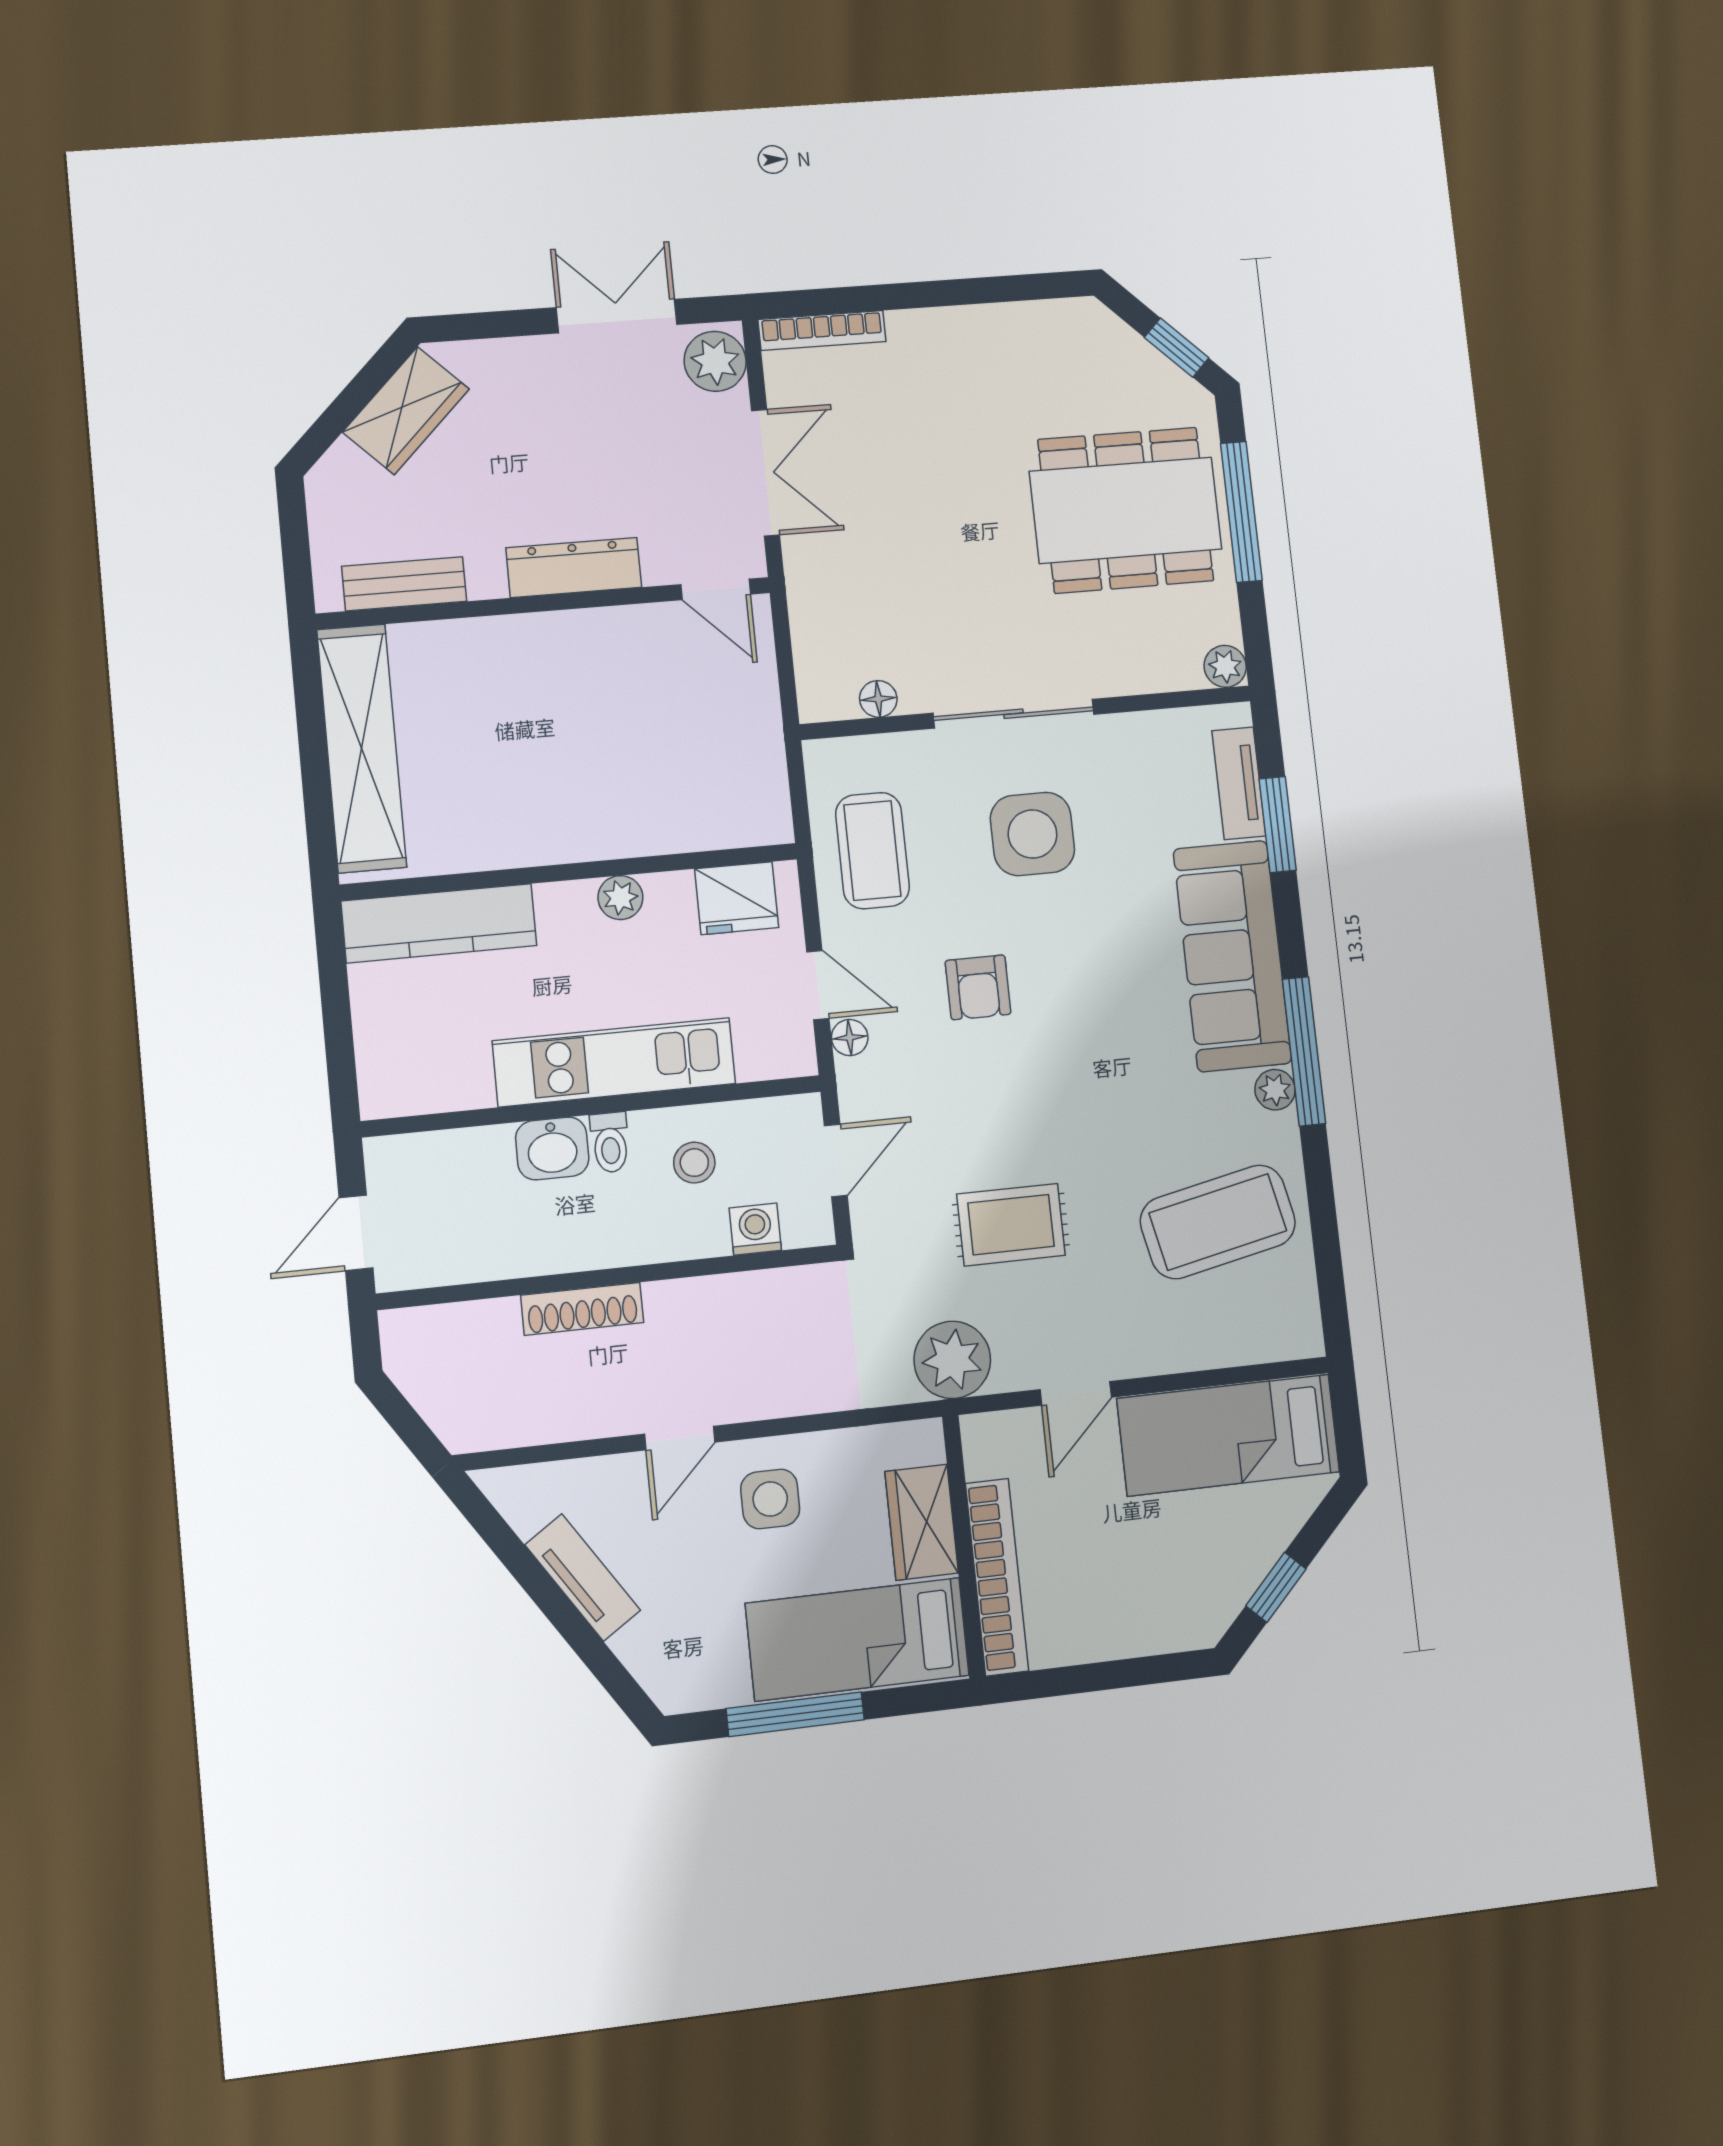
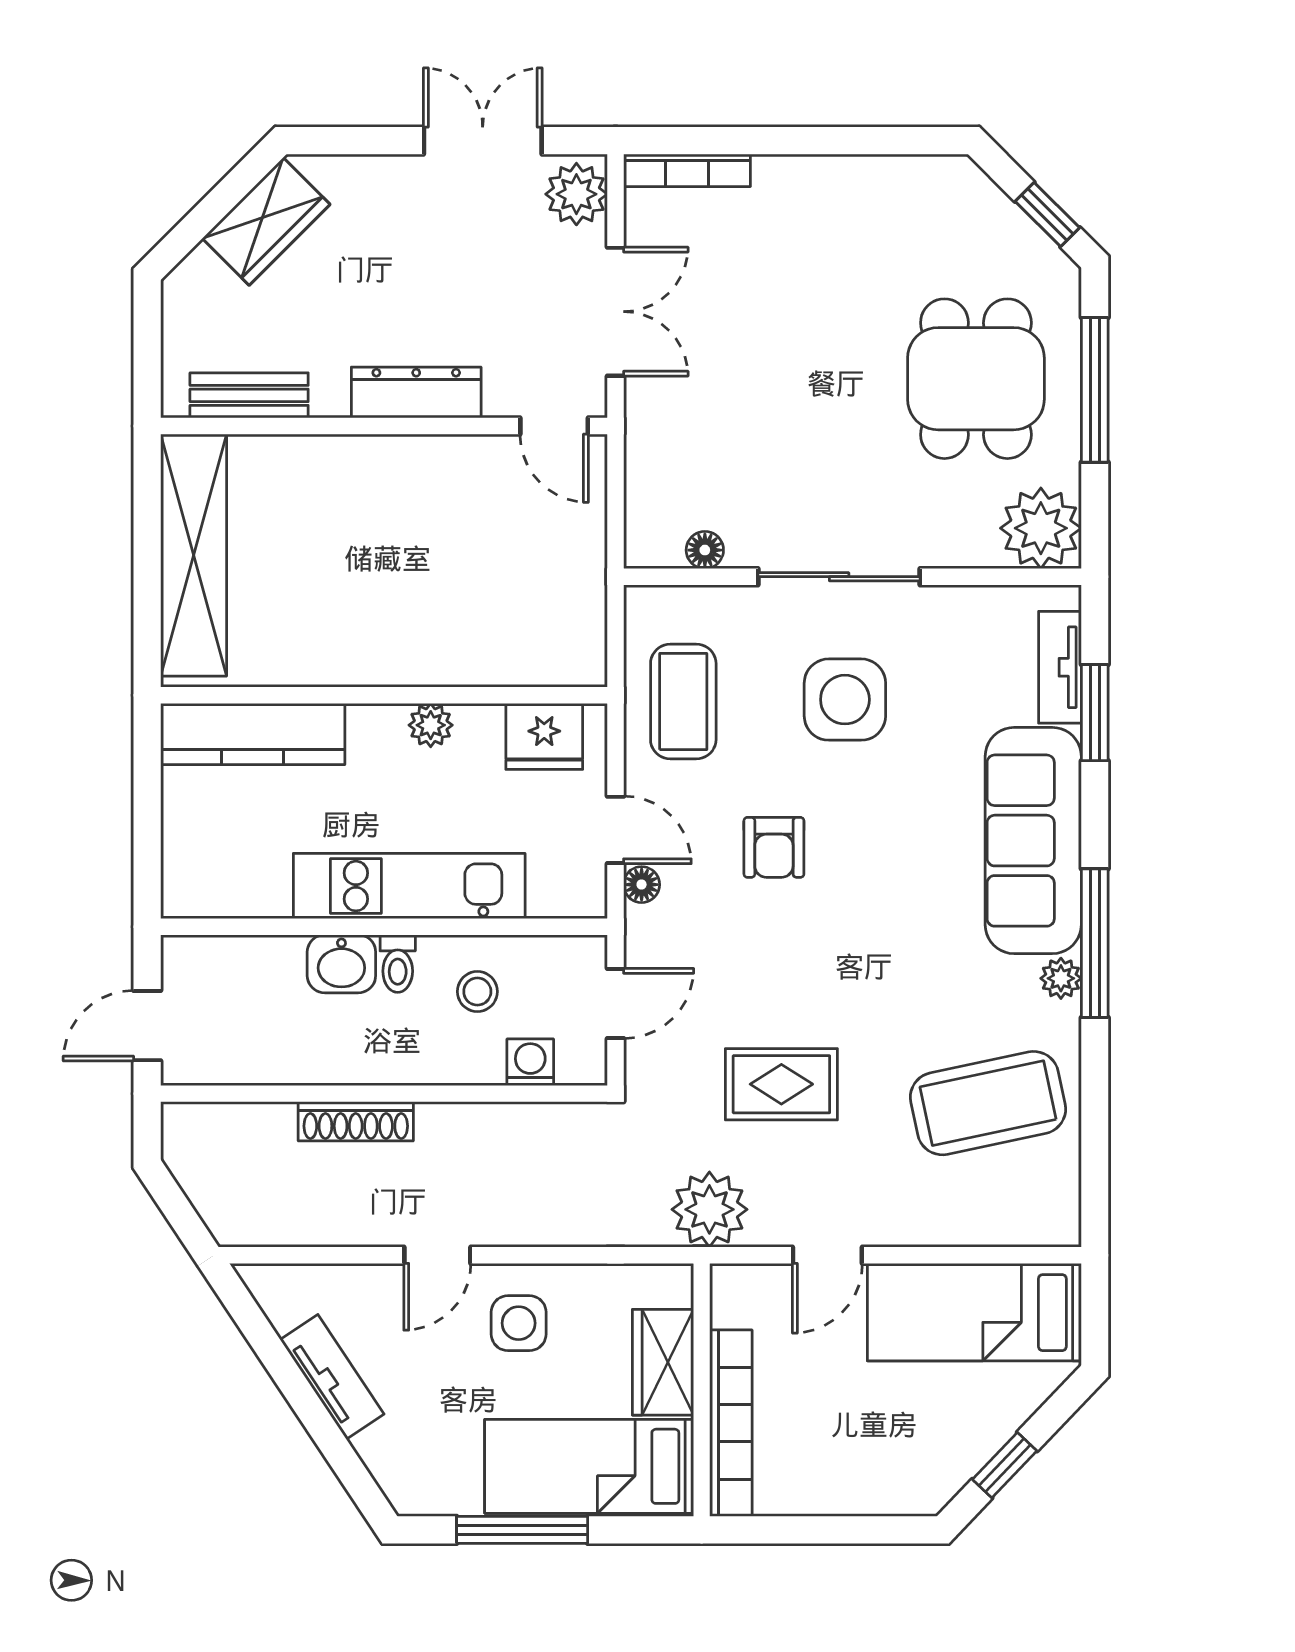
dining table: (1126, 510) -> (976, 379), width x0.73
plant: (1225, 666) -> (1041, 528), width x1.88, depth x1.88

